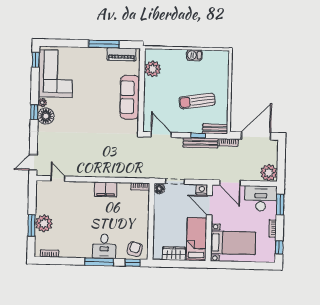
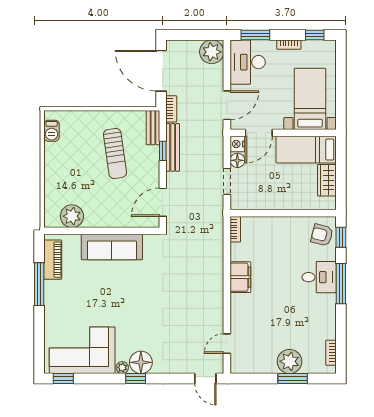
barbecue: (194, 55) -> (52, 131), moved
floor lamp: (159, 189) -> (237, 160), moved

